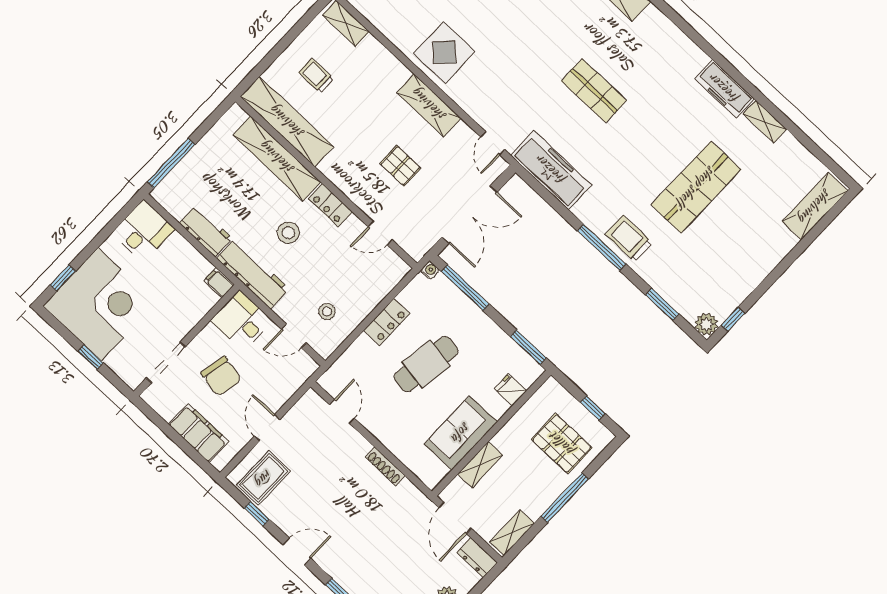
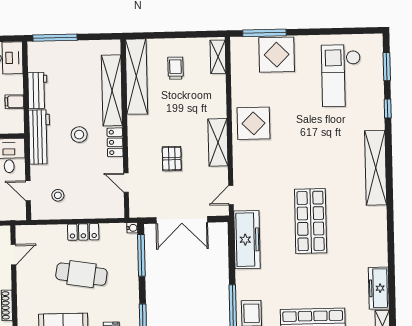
shop shelf: (594, 91) -> (311, 221), width x1.43, depth x1.36
filing cabinet: (219, 283) -> (14, 102), moved, turned -90

